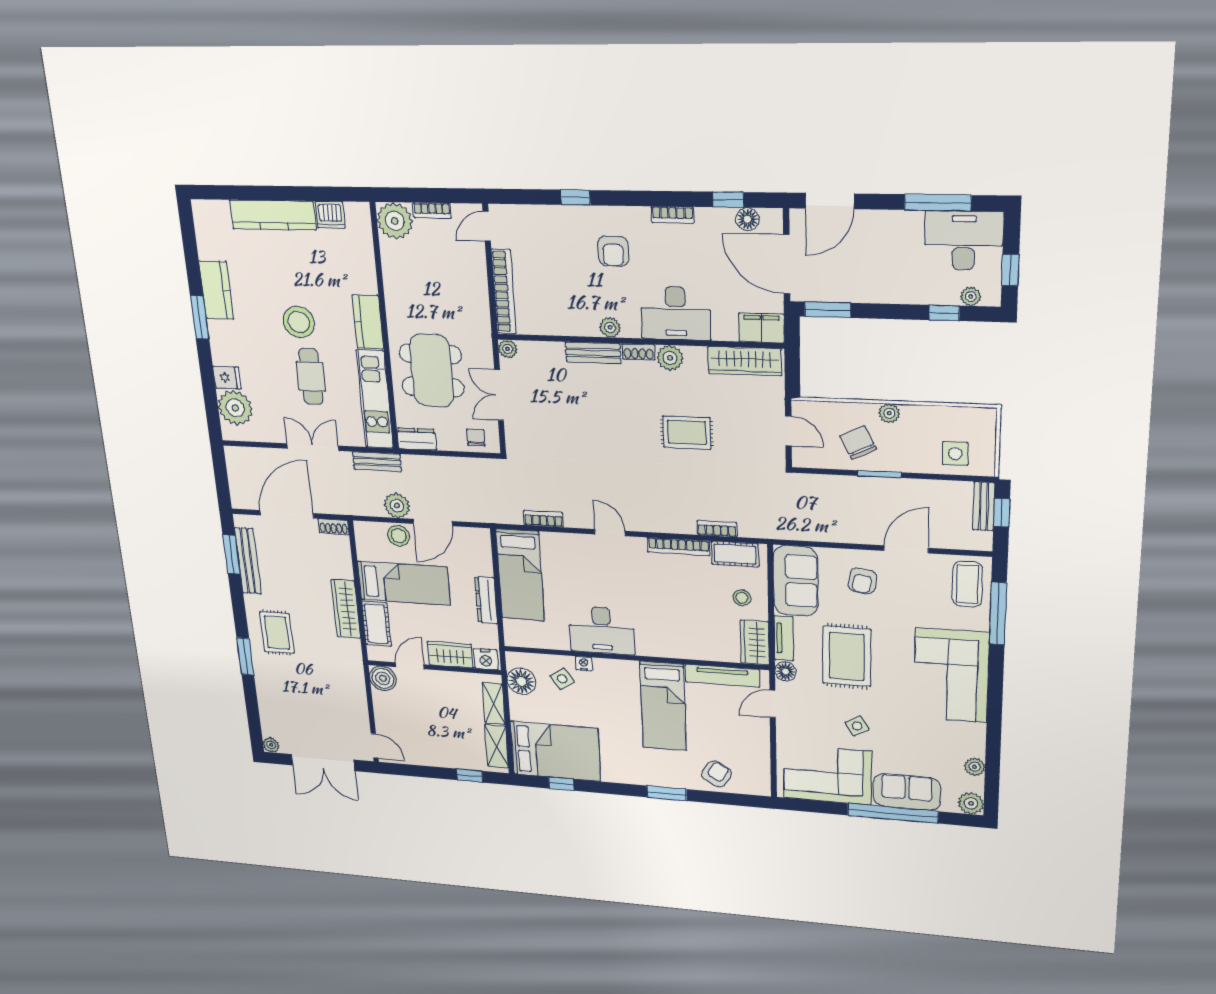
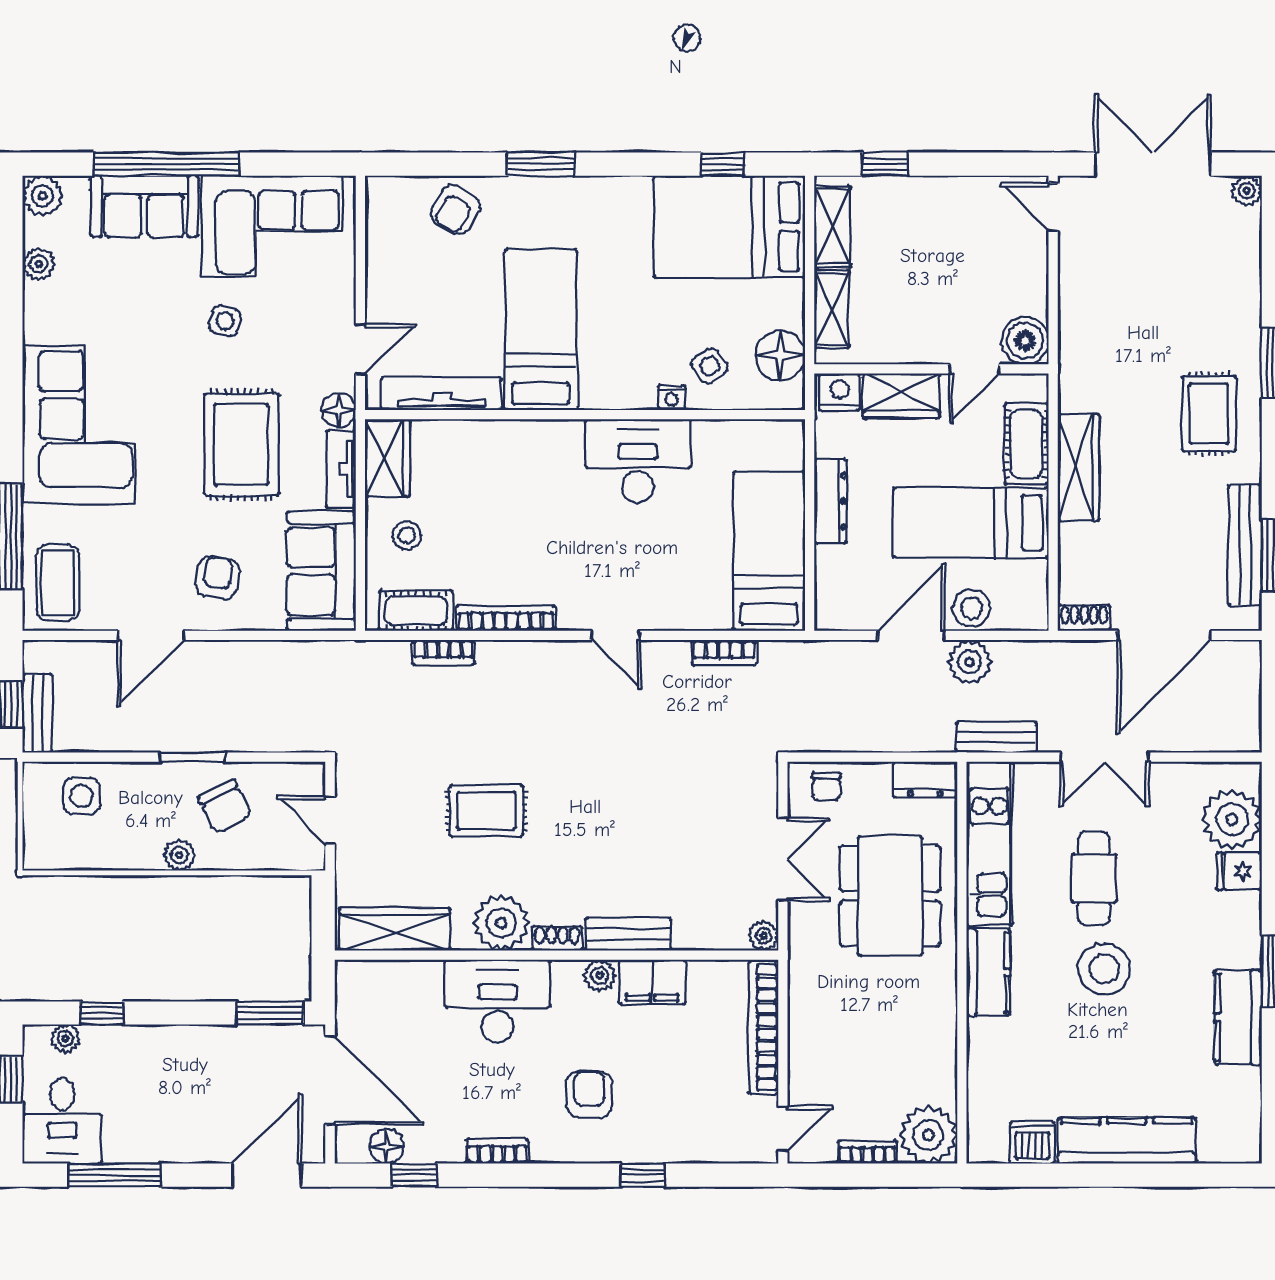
desk: (964, 241) -> (62, 1121), width x0.73
filing cabinet: (762, 328) -> (652, 982), moved
plant: (670, 358) -> (501, 923), width x1.36, depth x1.36
side table: (857, 726) -> (225, 321), turned 45

